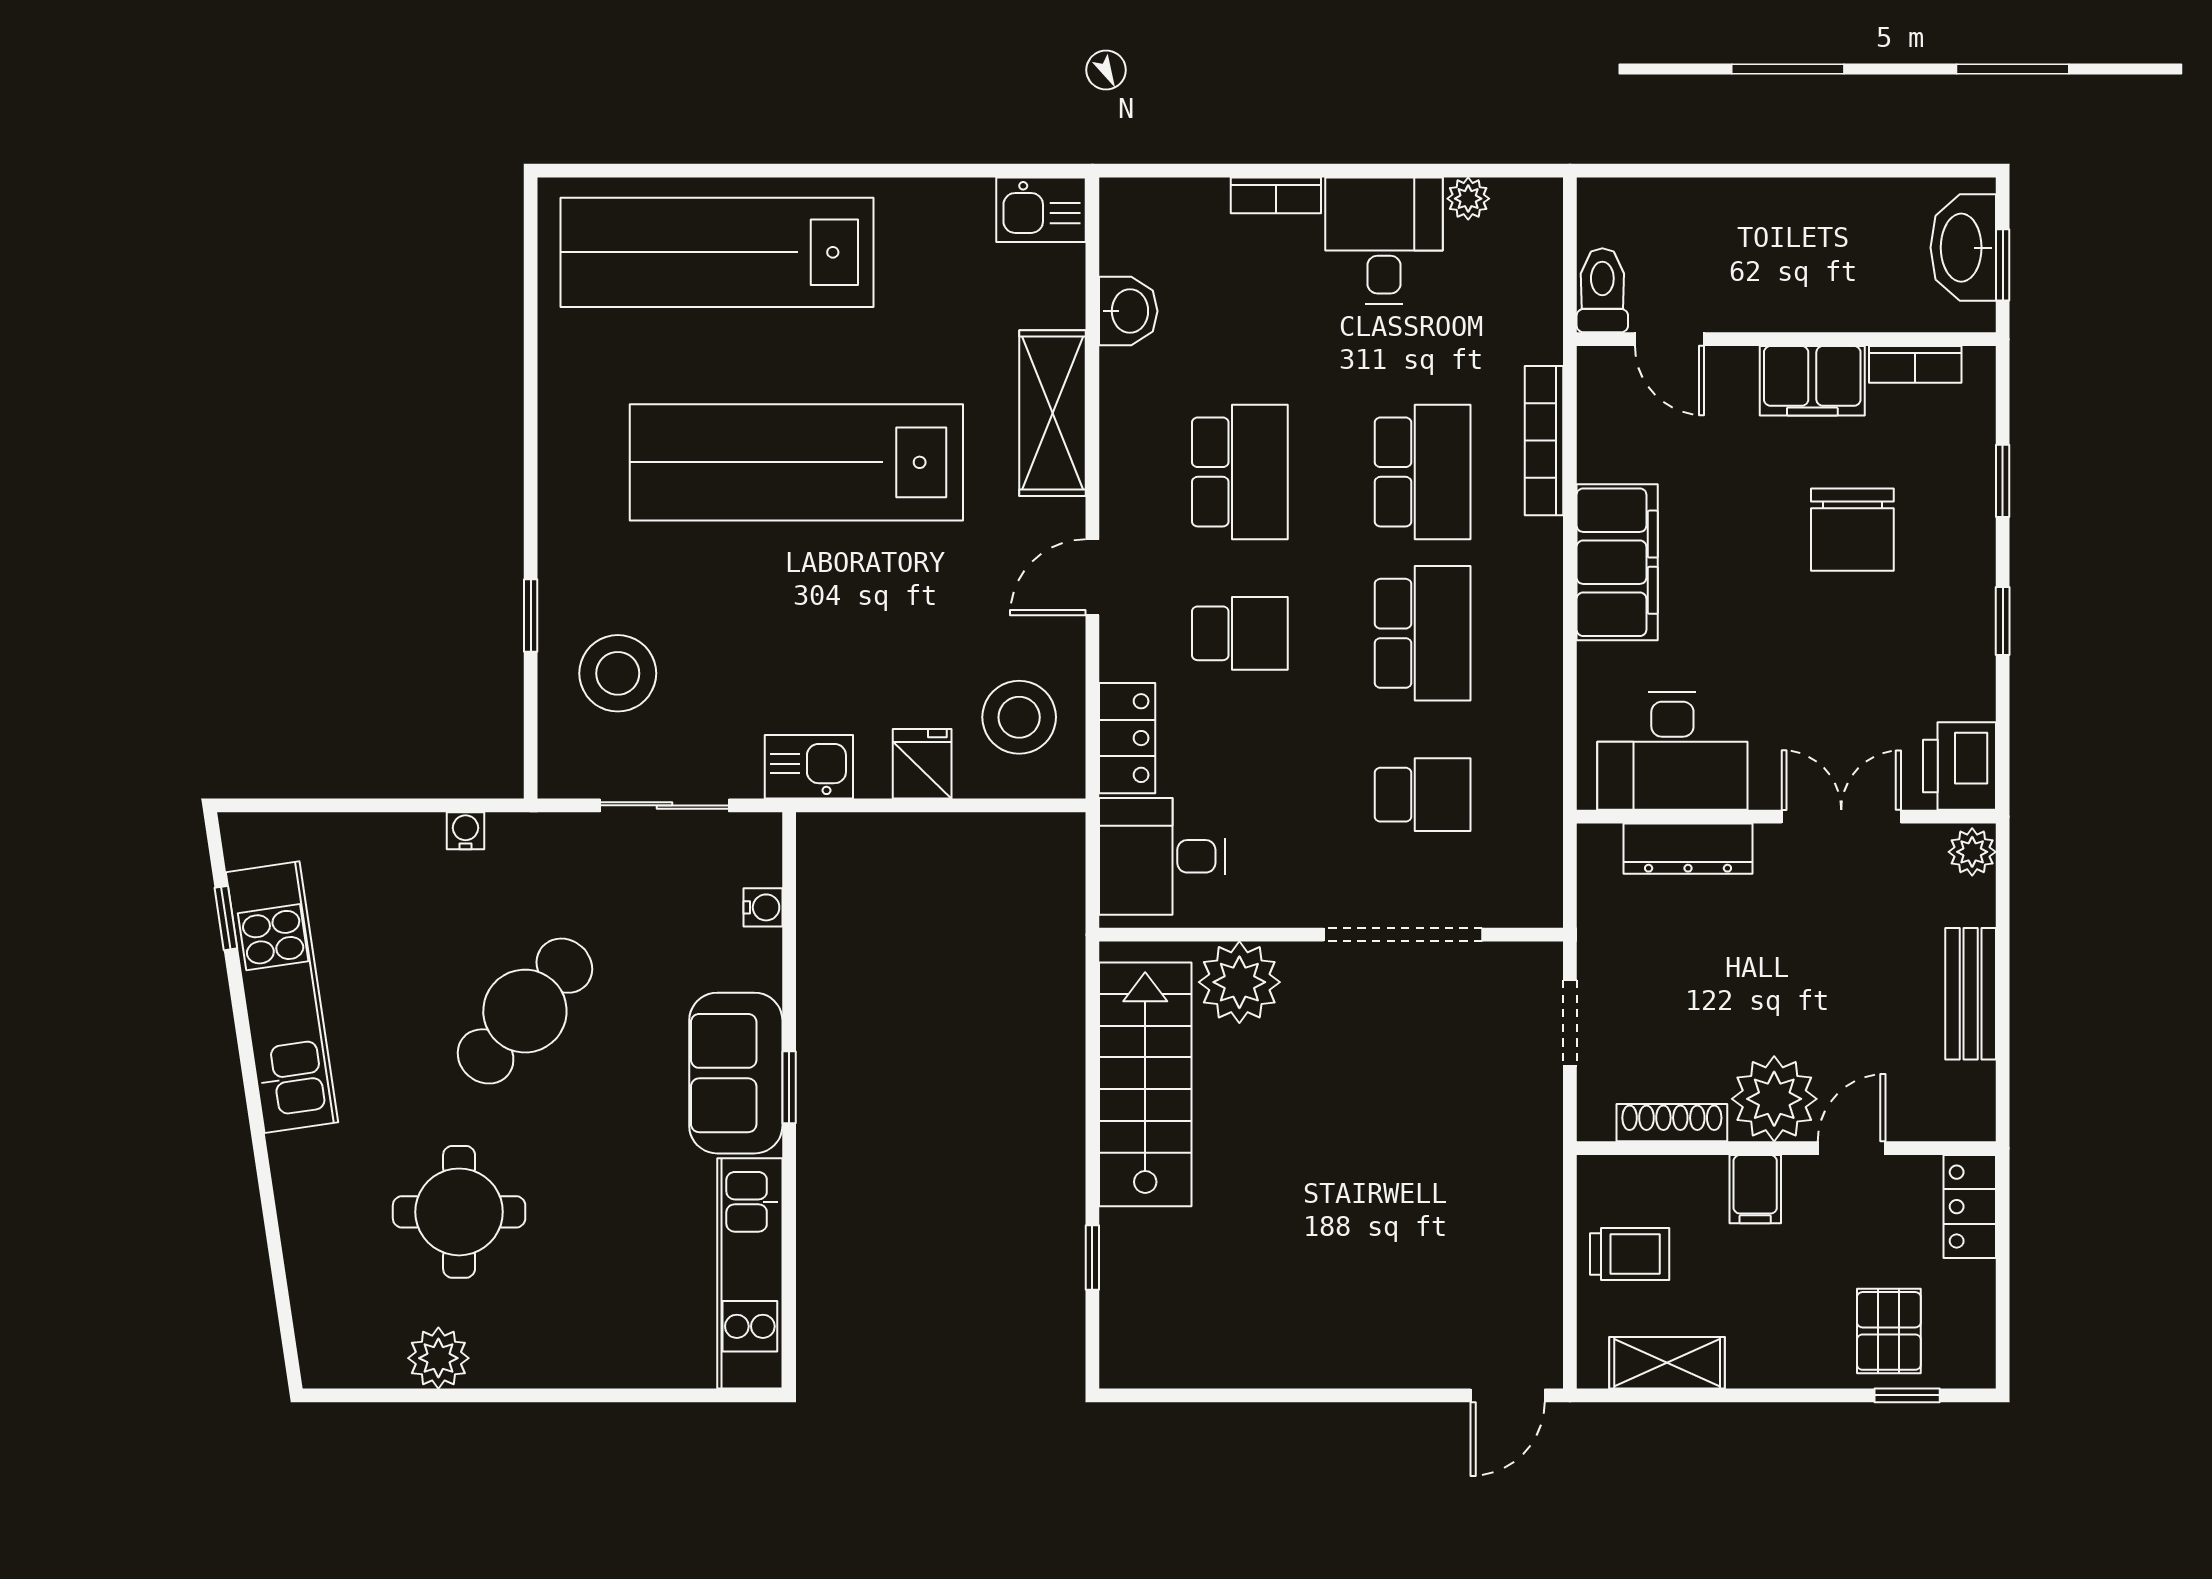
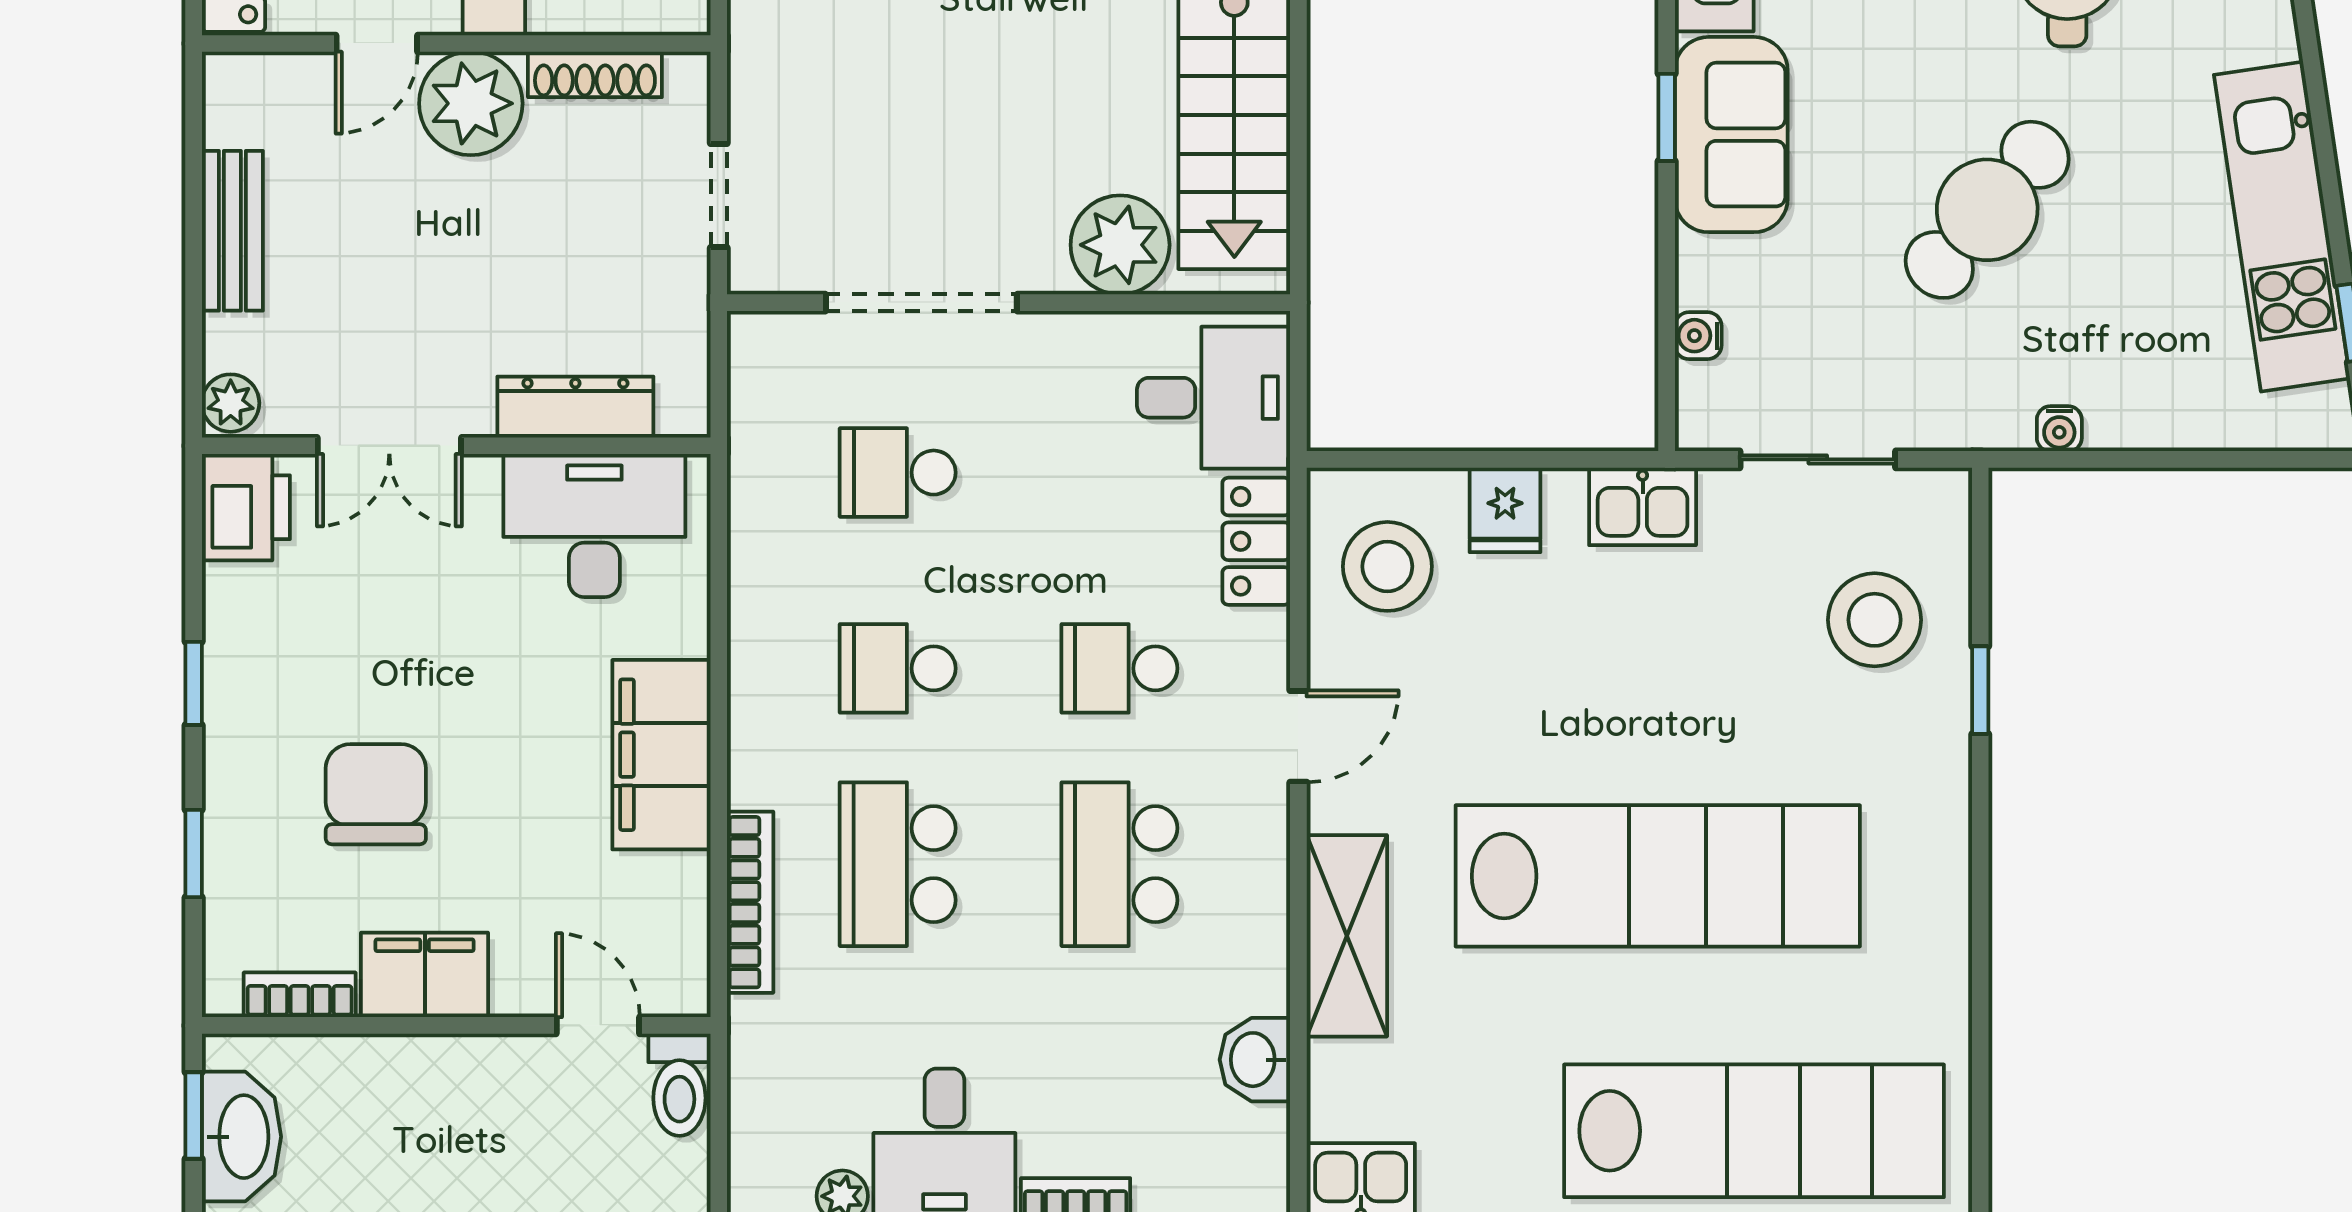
school desk: (1423, 633) -> (898, 668), width x0.54

